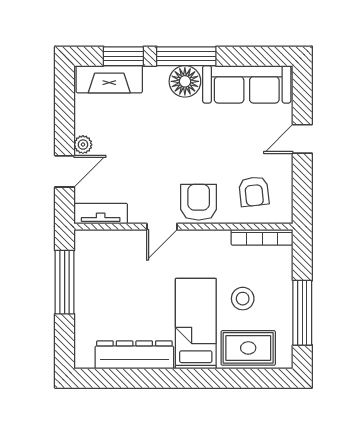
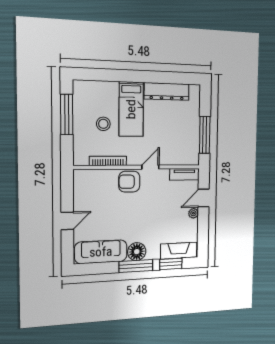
armchair: (254, 191) -> (97, 189), removed
armchair: (199, 202) -> (129, 182), turned 90
bookcase: (262, 237) -> (108, 161), moved
rug: (248, 348) -> (100, 93), removed

